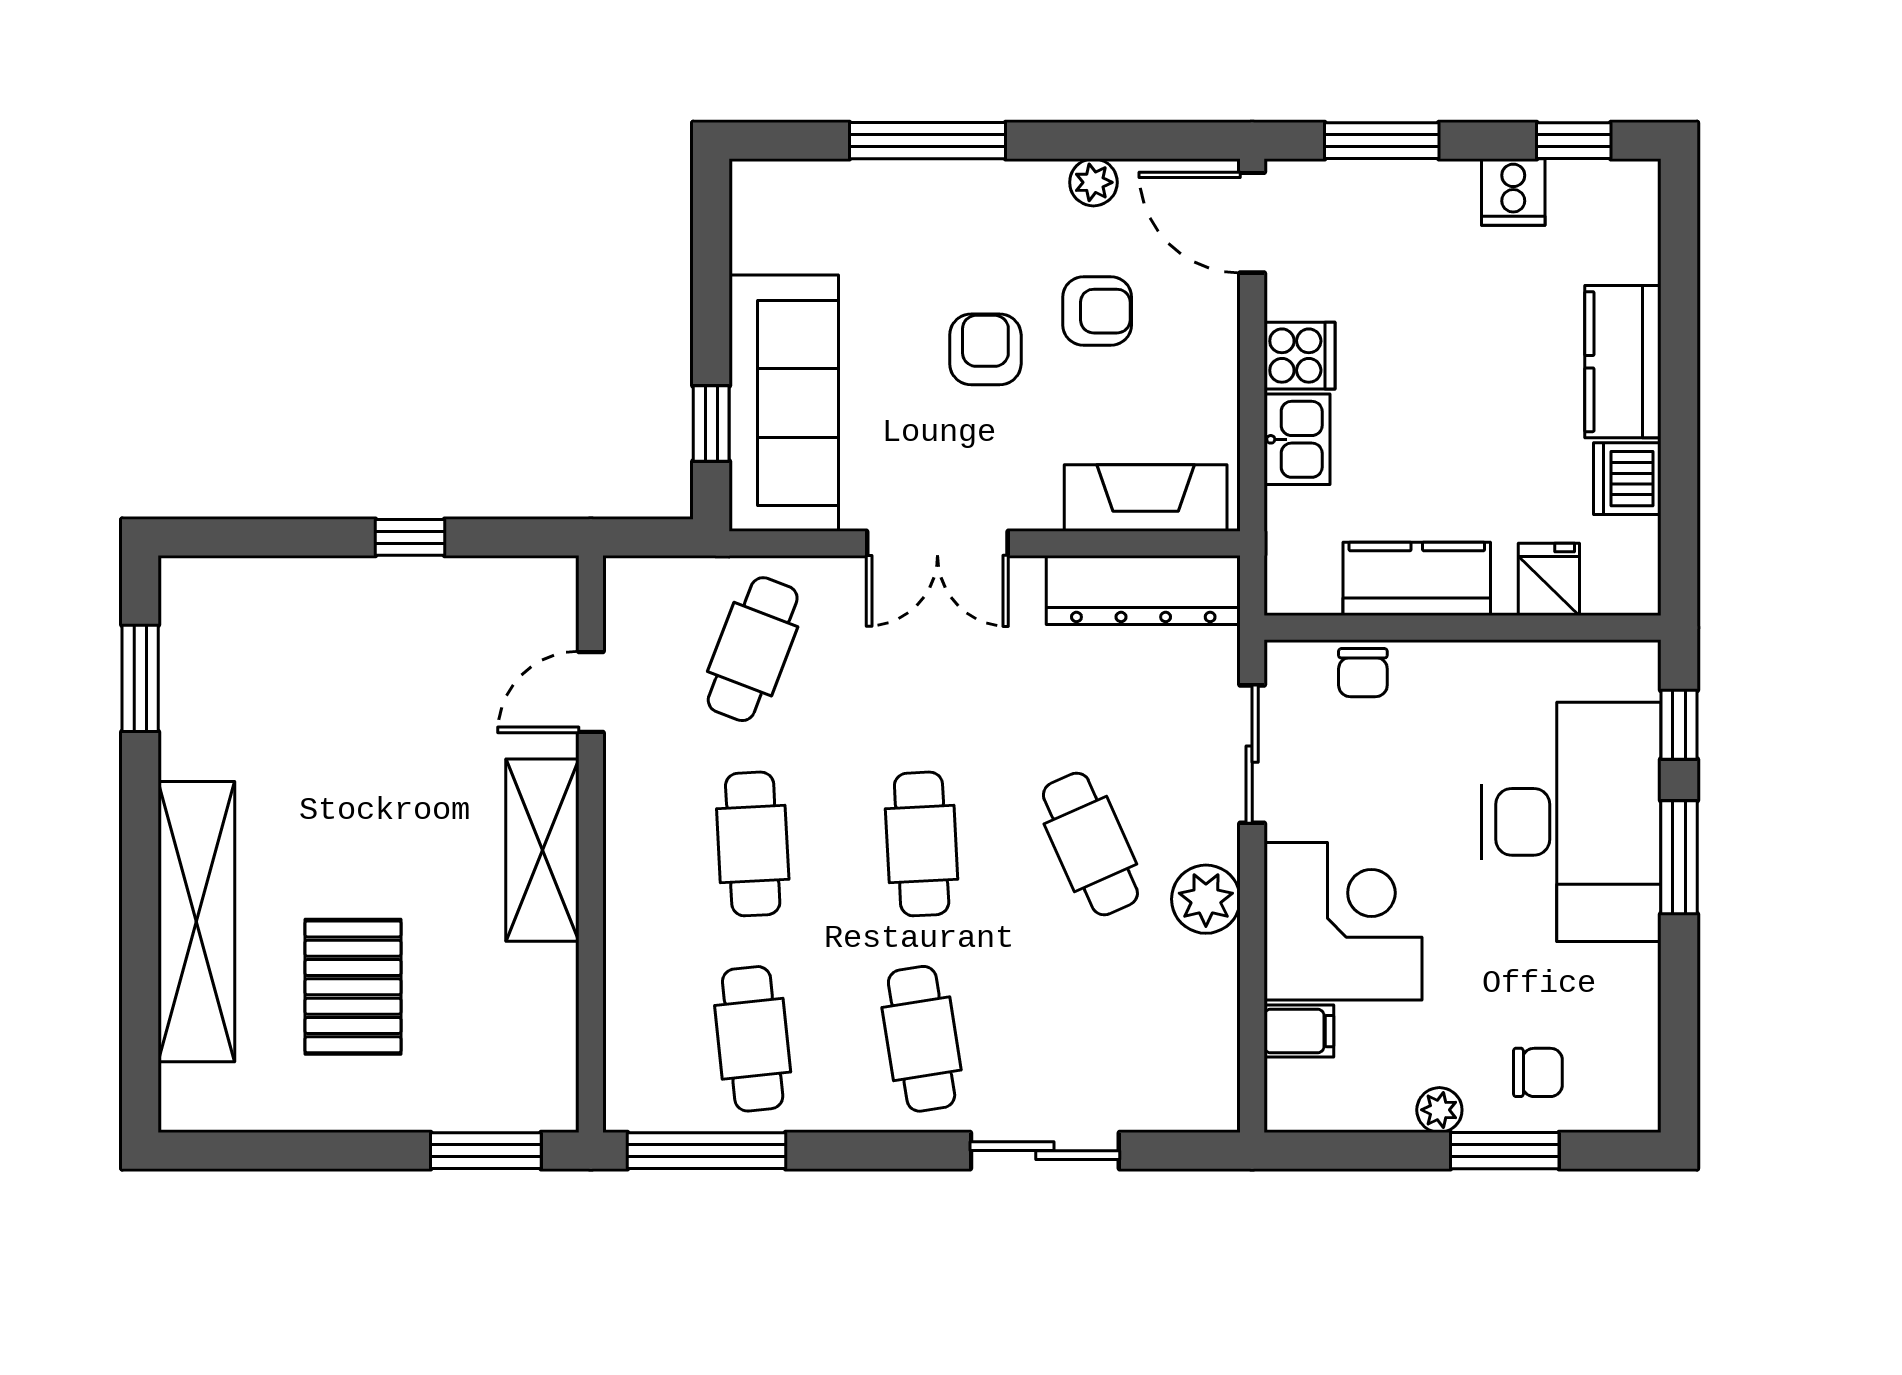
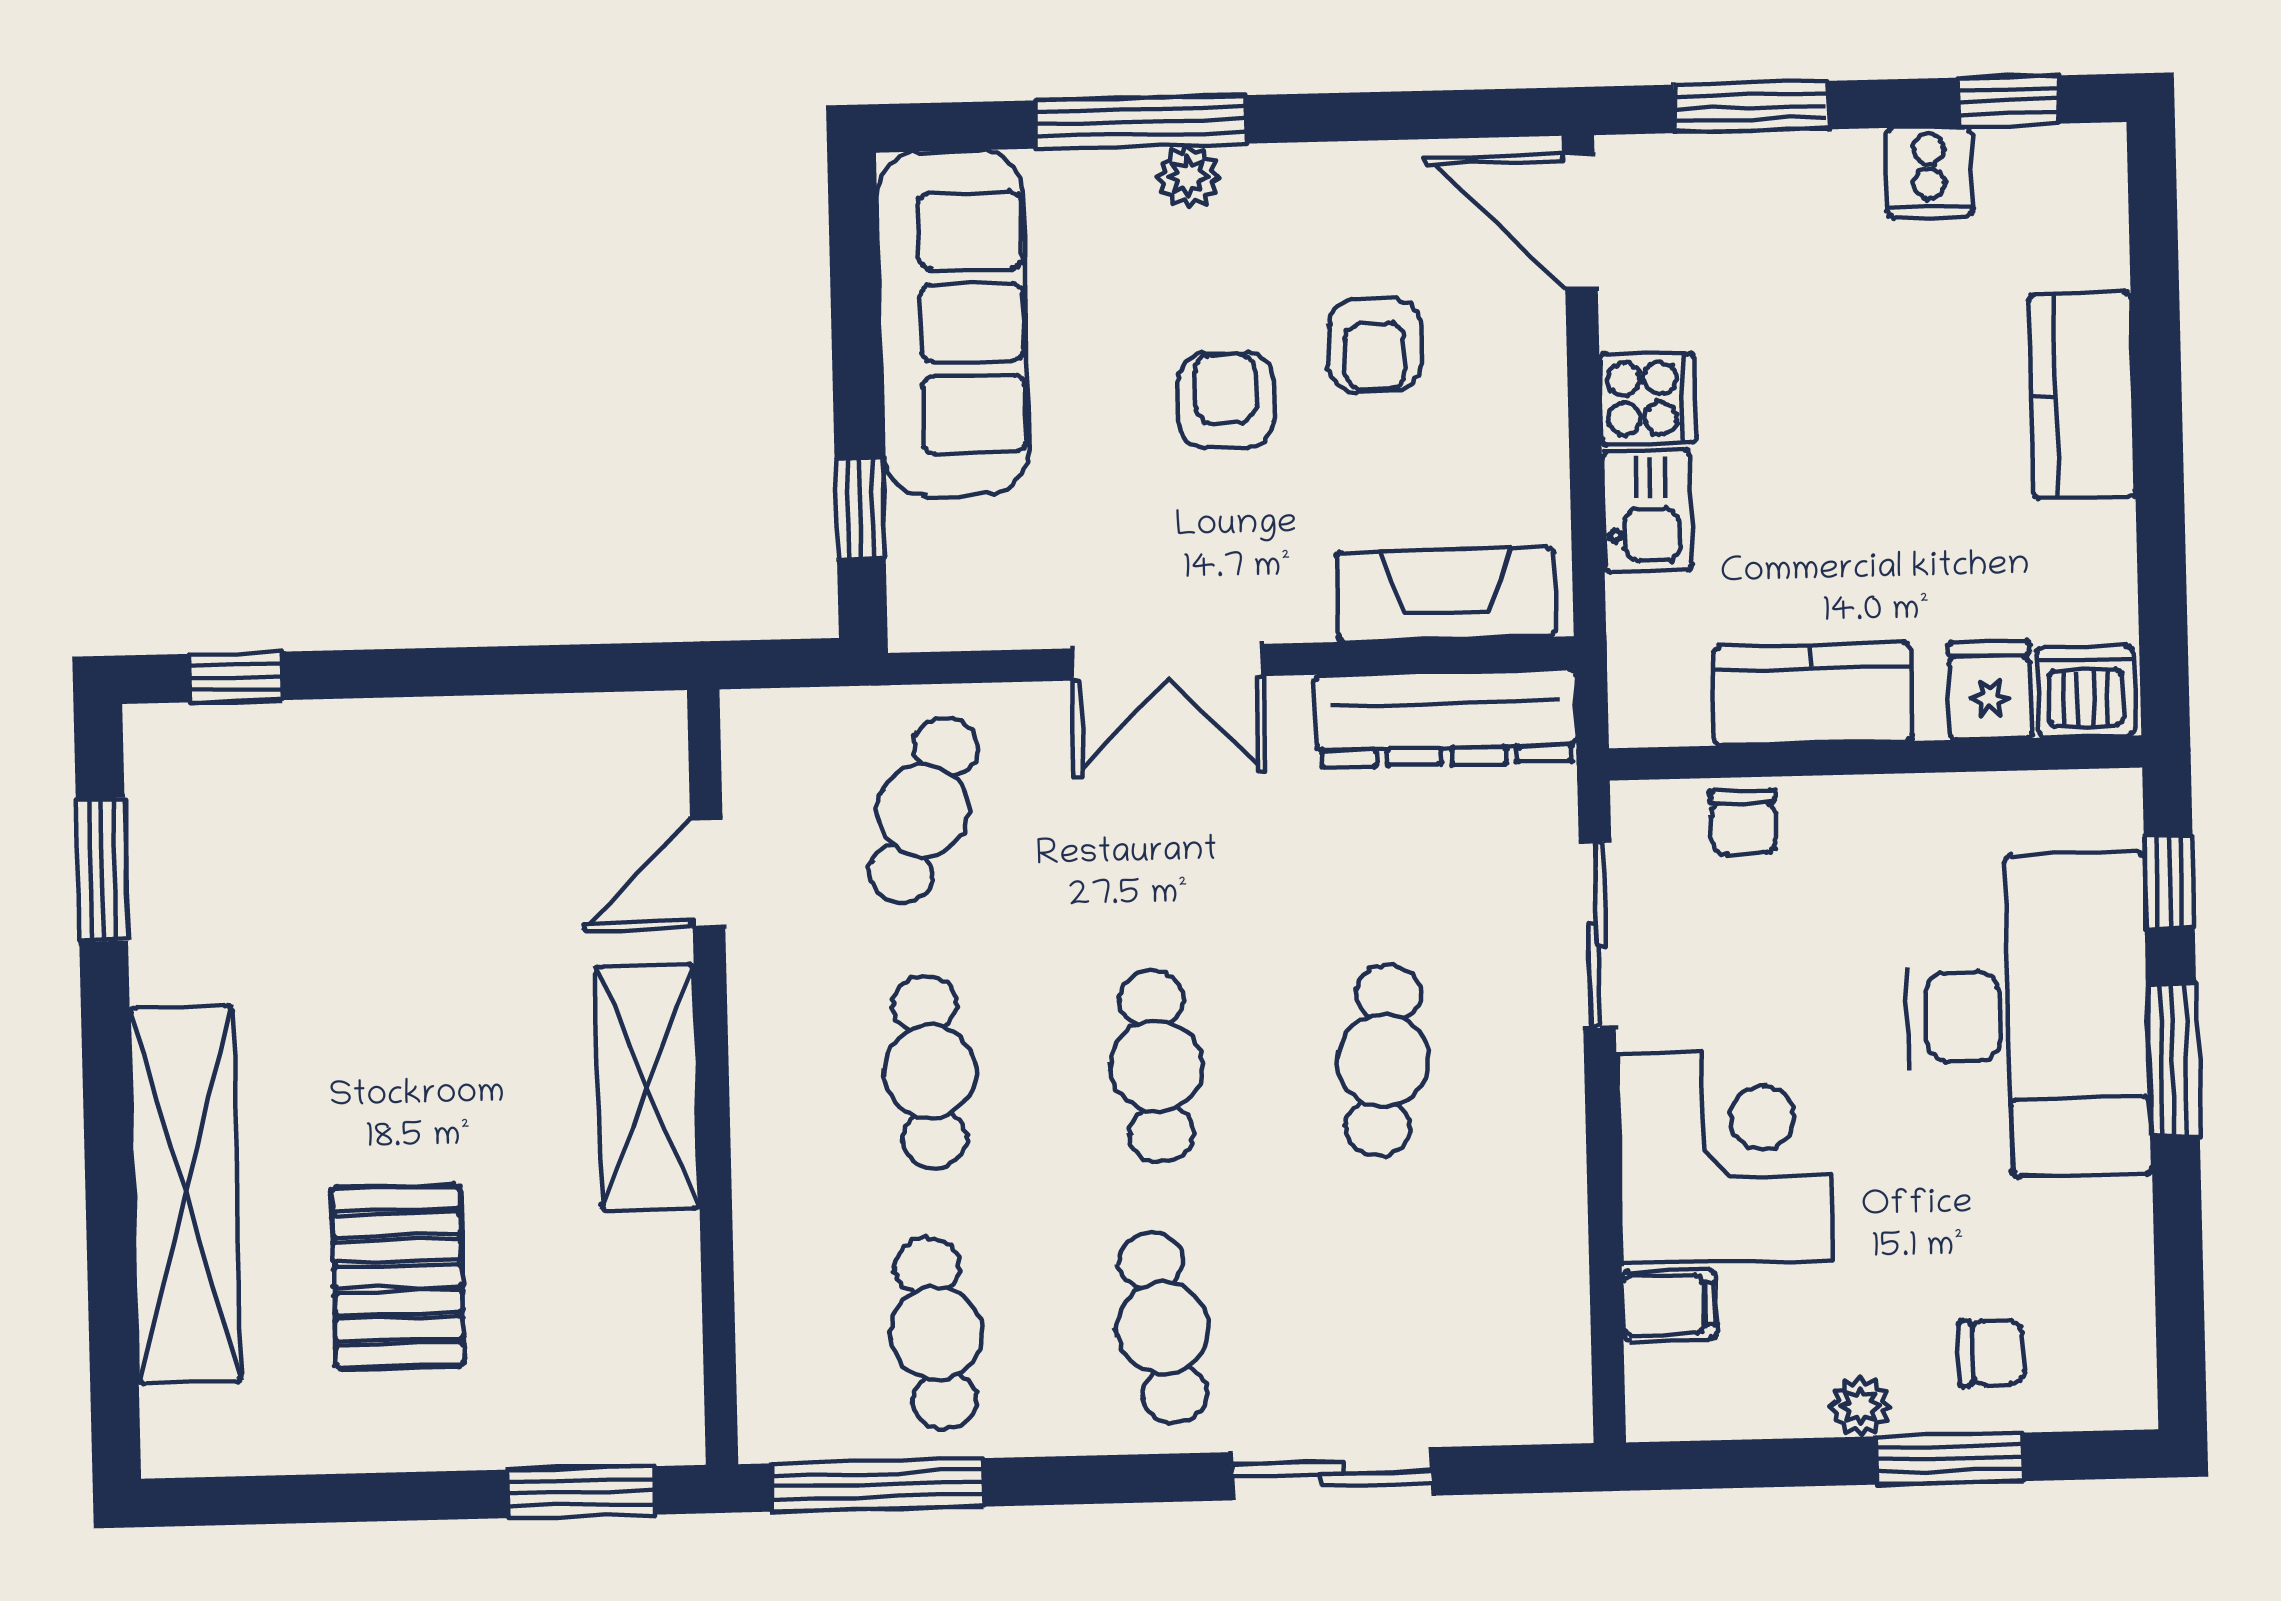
plant: (1093, 182) -> (1188, 177), moved
armchair: (1097, 311) -> (1375, 345), turned 90
sofa: (784, 403) -> (953, 323), moved
dishwasher: (1627, 479) -> (2085, 692), moved, turned 90
window: (410, 537) -> (236, 677), moved
cafe table: (1090, 844) -> (1383, 1061), turned 30
plant: (1206, 899) -> (1540, 1131), removed

